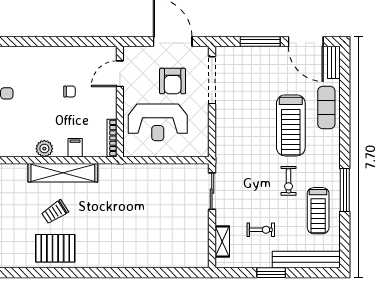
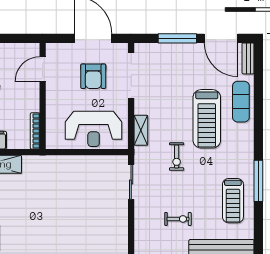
reception desk: (158, 122) -> (94, 129), moved
exercise bike: (289, 181) -> (177, 157), moved
shelving: (222, 241) -> (141, 130), moved

